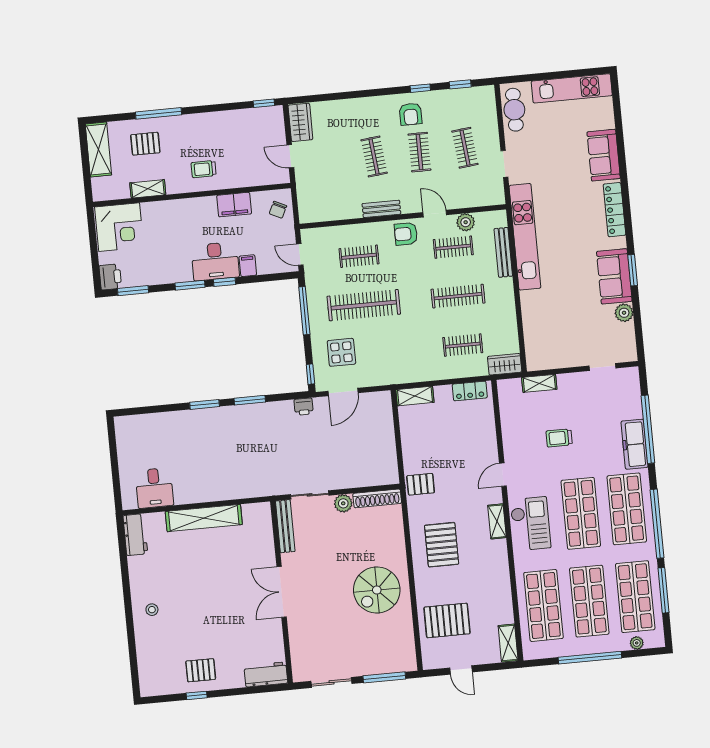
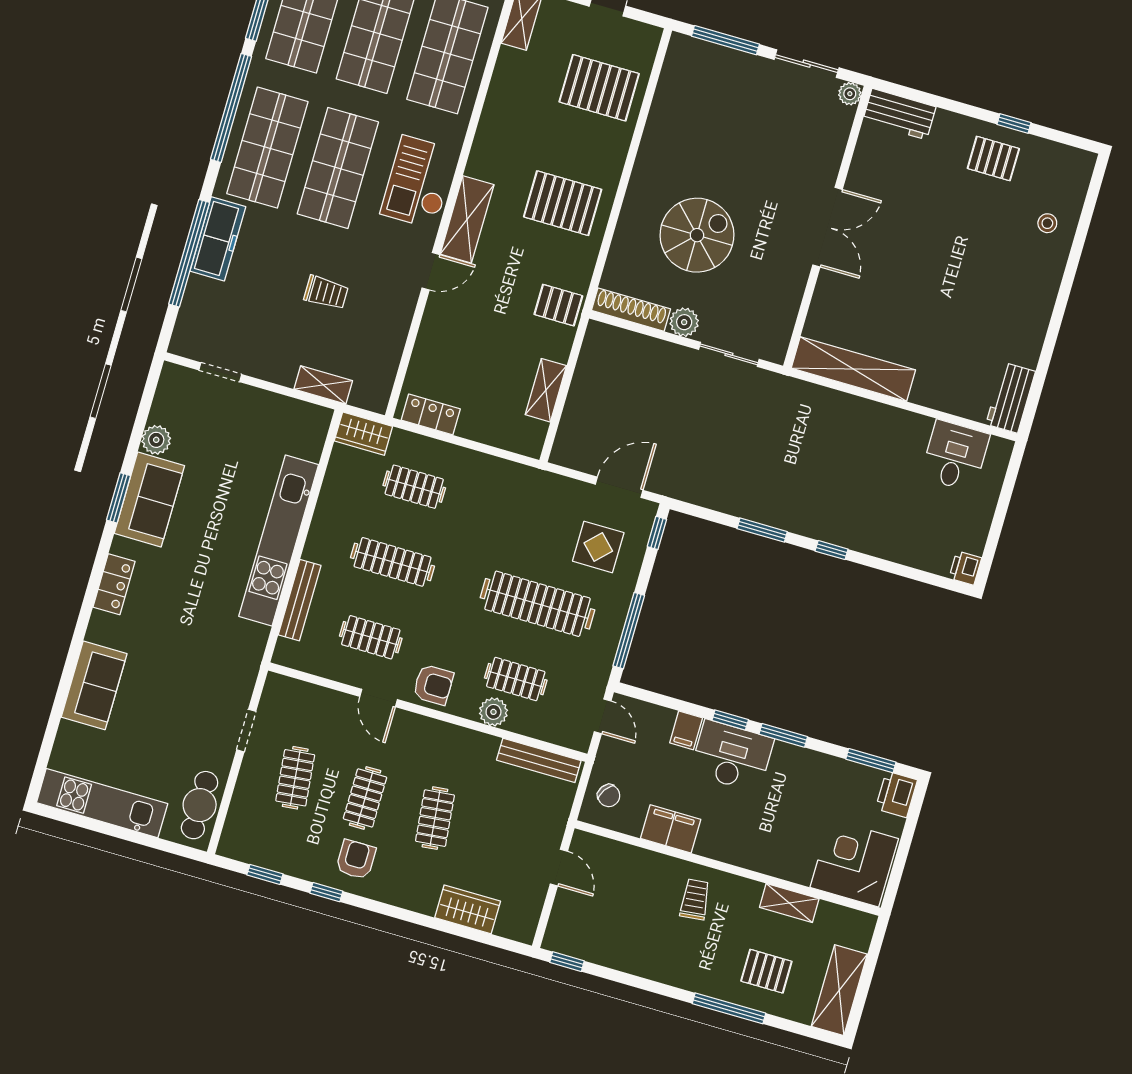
wardrobe: (300, 122) -> (468, 909), moved, turned 90
trolley: (204, 169) -> (695, 899), turned -96
bench: (381, 209) -> (539, 760), moved, width x1.36
chair: (278, 210) -> (609, 796), turned 98
locker: (614, 210) -> (114, 584), width x0.66
plant: (466, 222) -> (493, 712), moved
kitchen unit: (525, 237) -> (279, 541), moved
shelving: (415, 396) -> (546, 390), moved, turned 90
window: (205, 404) -> (832, 550), width x0.67
printer: (304, 407) -> (965, 568), moved, turned -90
shelving: (204, 518) -> (853, 369), moved
shelving: (497, 521) -> (467, 219), width x1.50, depth x1.33
bench: (285, 526) -> (783, 322), removed
pallet: (442, 545) -> (563, 203), turned 90
spiral stairs: (377, 590) -> (697, 235), moved
stool: (152, 610) -> (1047, 223), moved
plant: (299, 675) -> (850, 94), added

